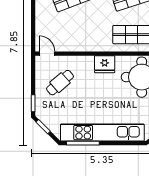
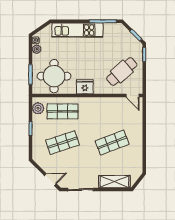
cafe table: (60, 83) -> (122, 72), width x1.37, depth x1.35
kitchen unit: (102, 133) -> (77, 30), width x0.73

